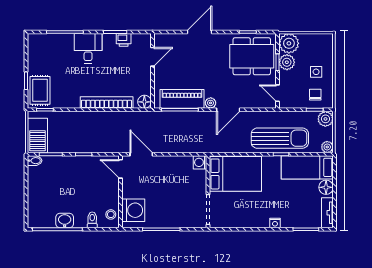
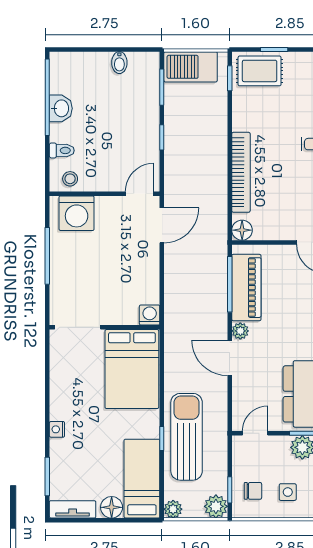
sun lounger: (280, 138) -> (187, 437), turned 180
bidet: (35, 161) -> (119, 63), moved

